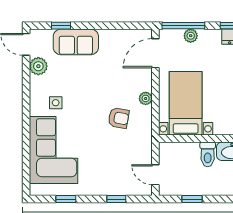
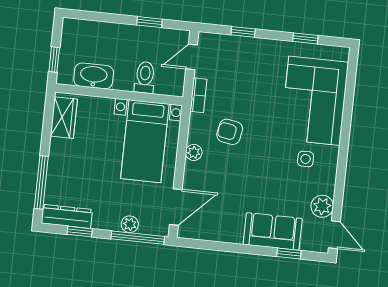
bookcase: (147, 145) -> (198, 95), added
toilet: (208, 154) -> (145, 77), moved
door: (155, 175) -> (192, 57), swing flipped

